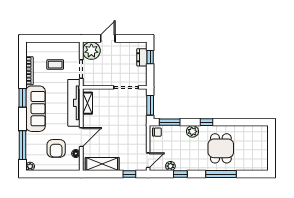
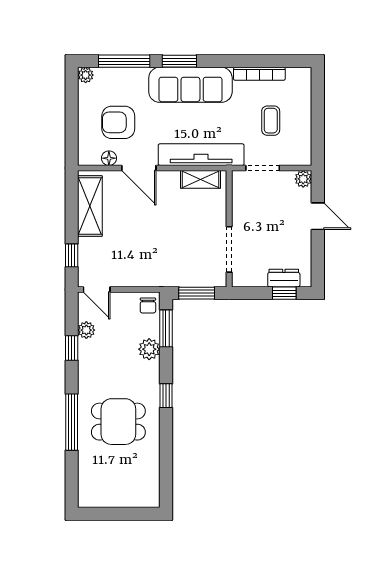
plant: (91, 51) -> (303, 179), width x0.53, depth x0.53
window: (22, 98) -> (179, 61), moved
plant: (192, 131) -> (149, 349), moved

